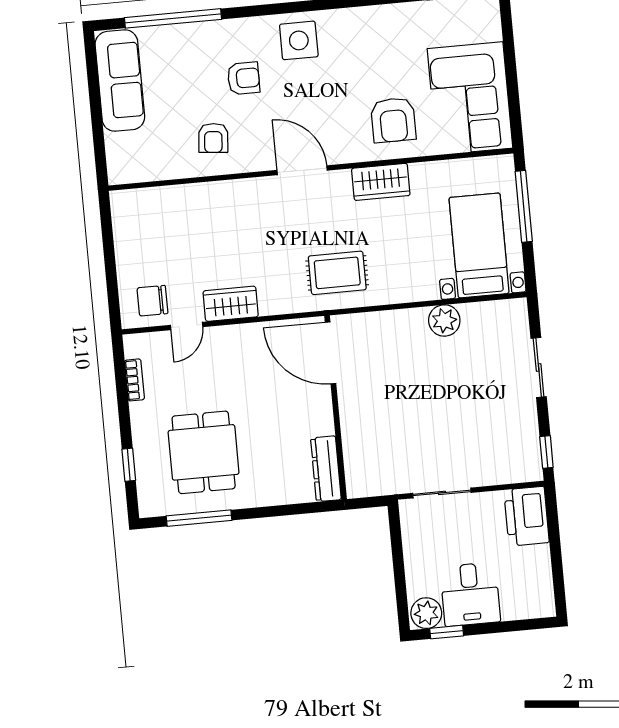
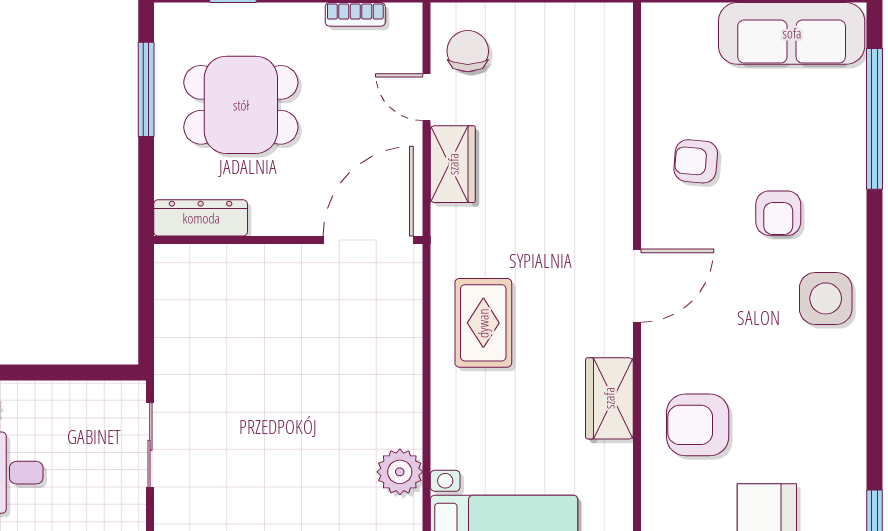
door: (330, 353) -> (368, 240), moved
wall: (336, 407) -> (288, 240), moved
dresser: (326, 469) -> (201, 218), moved

